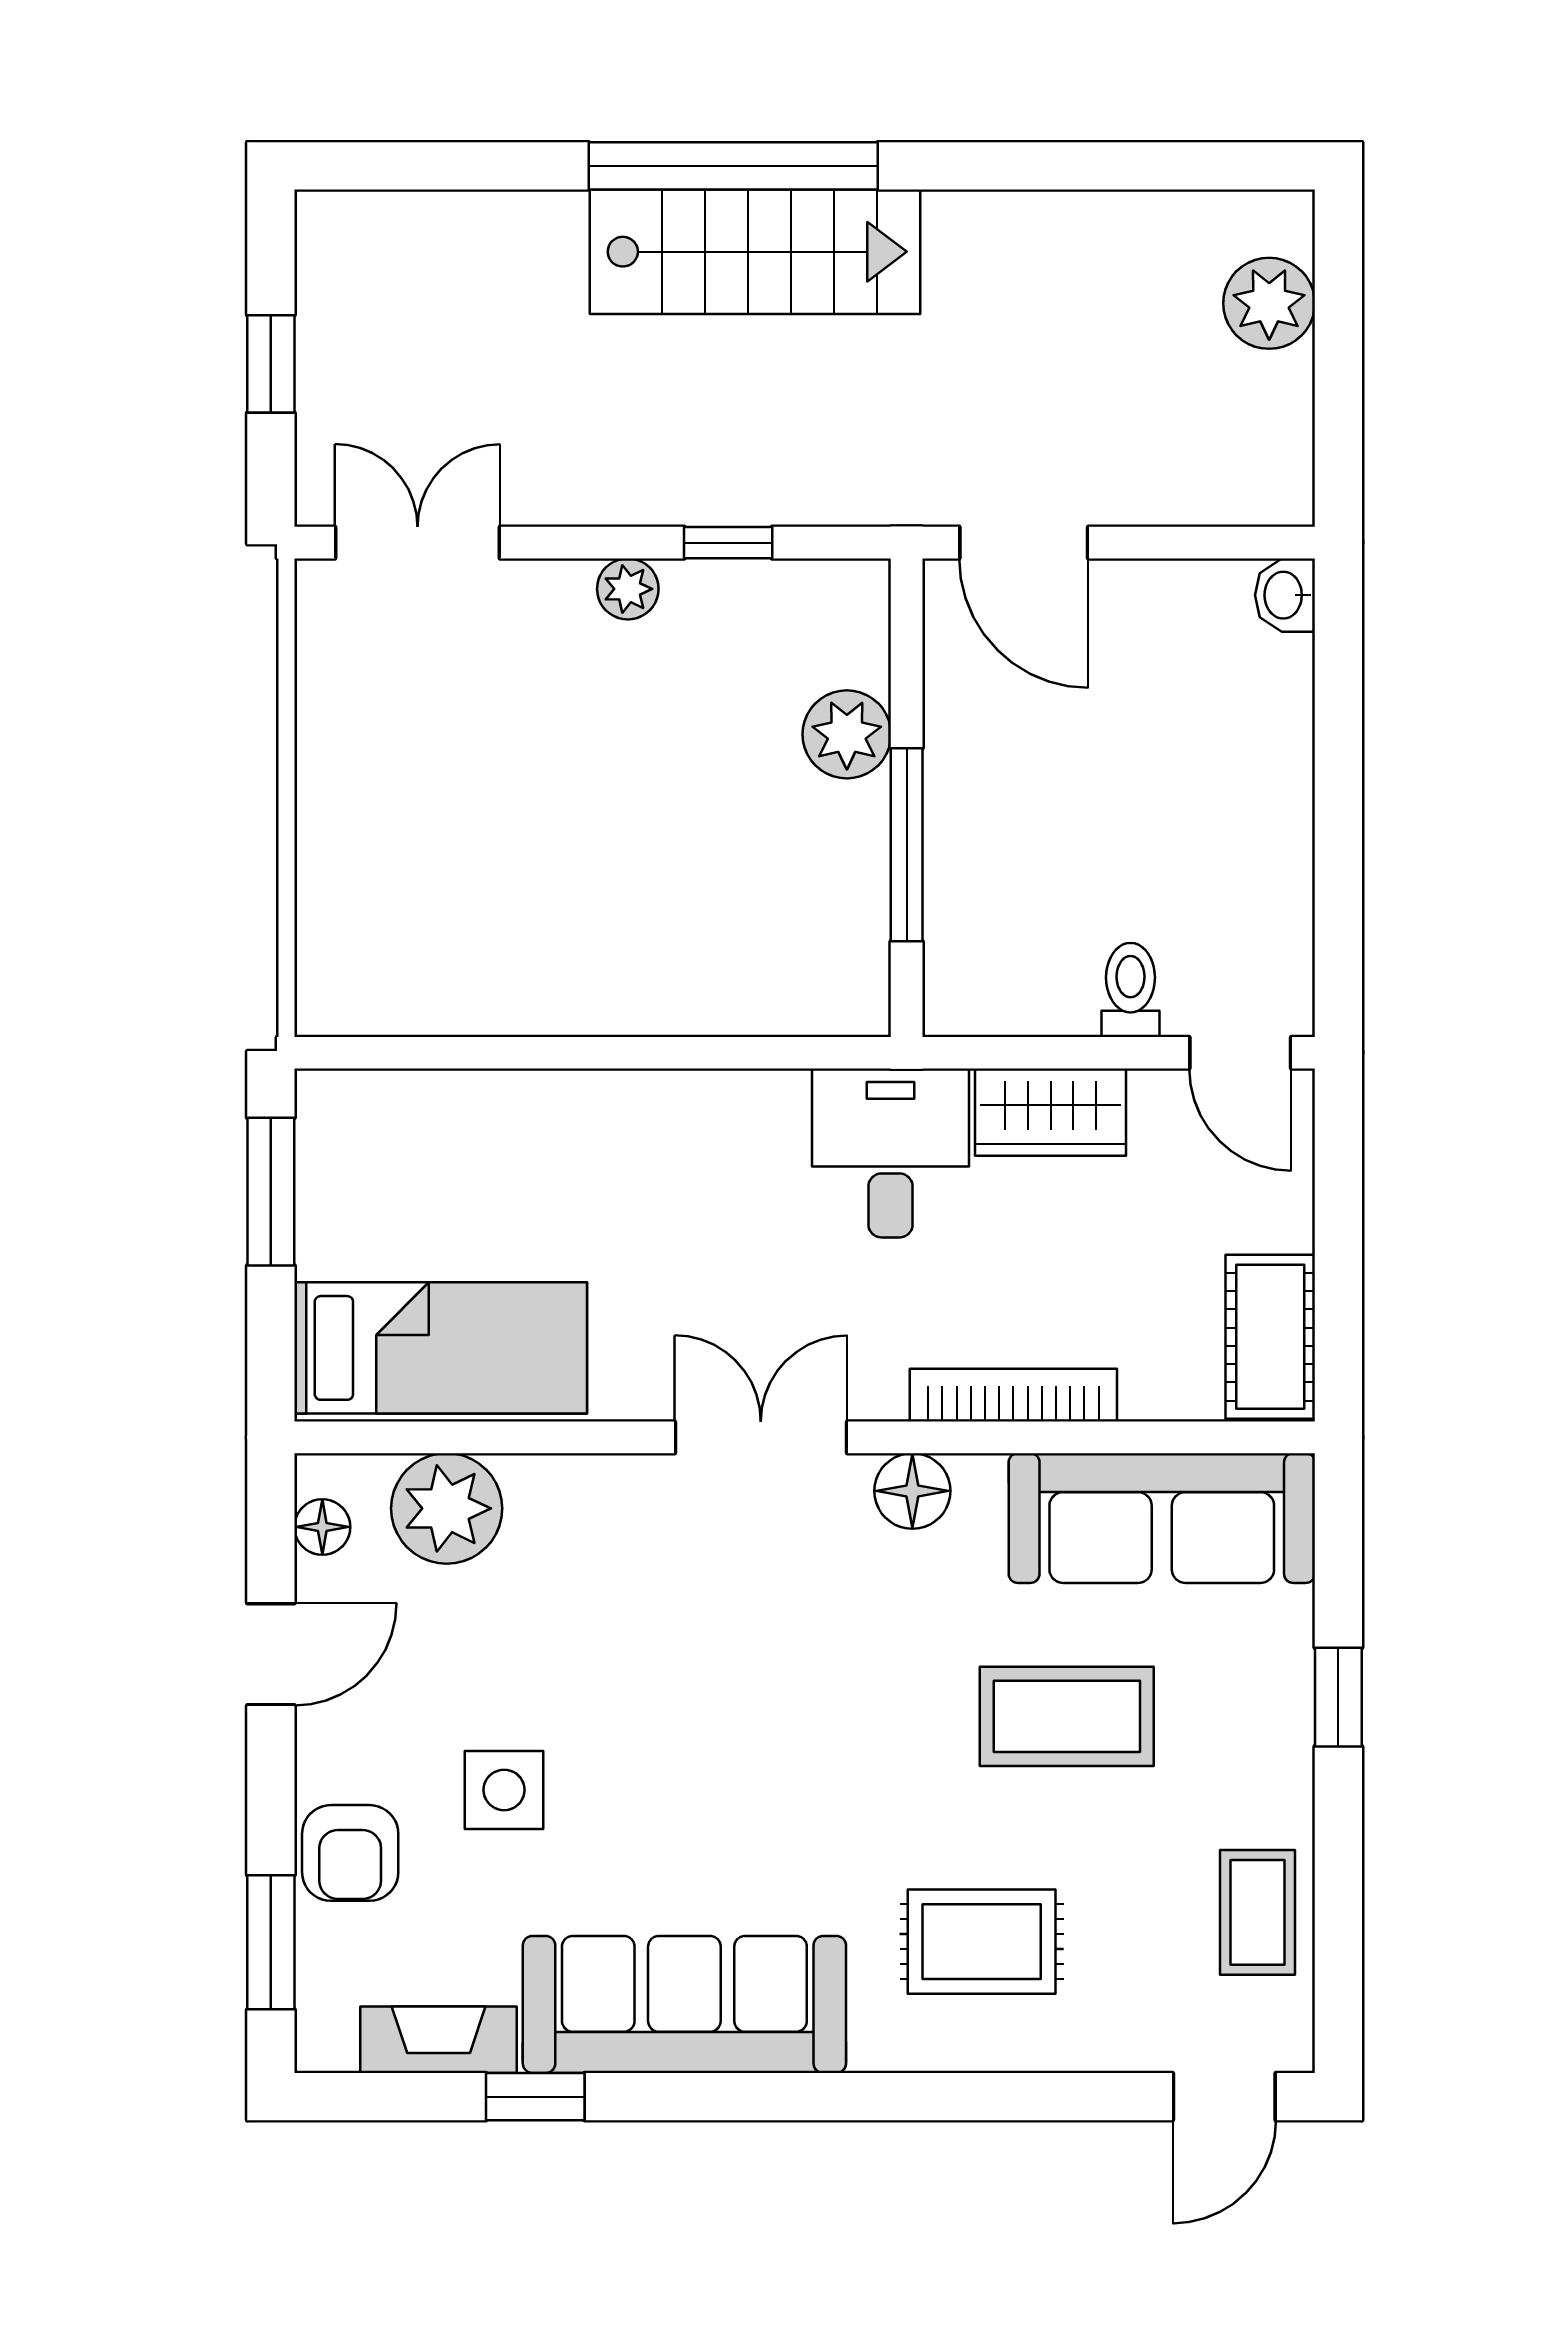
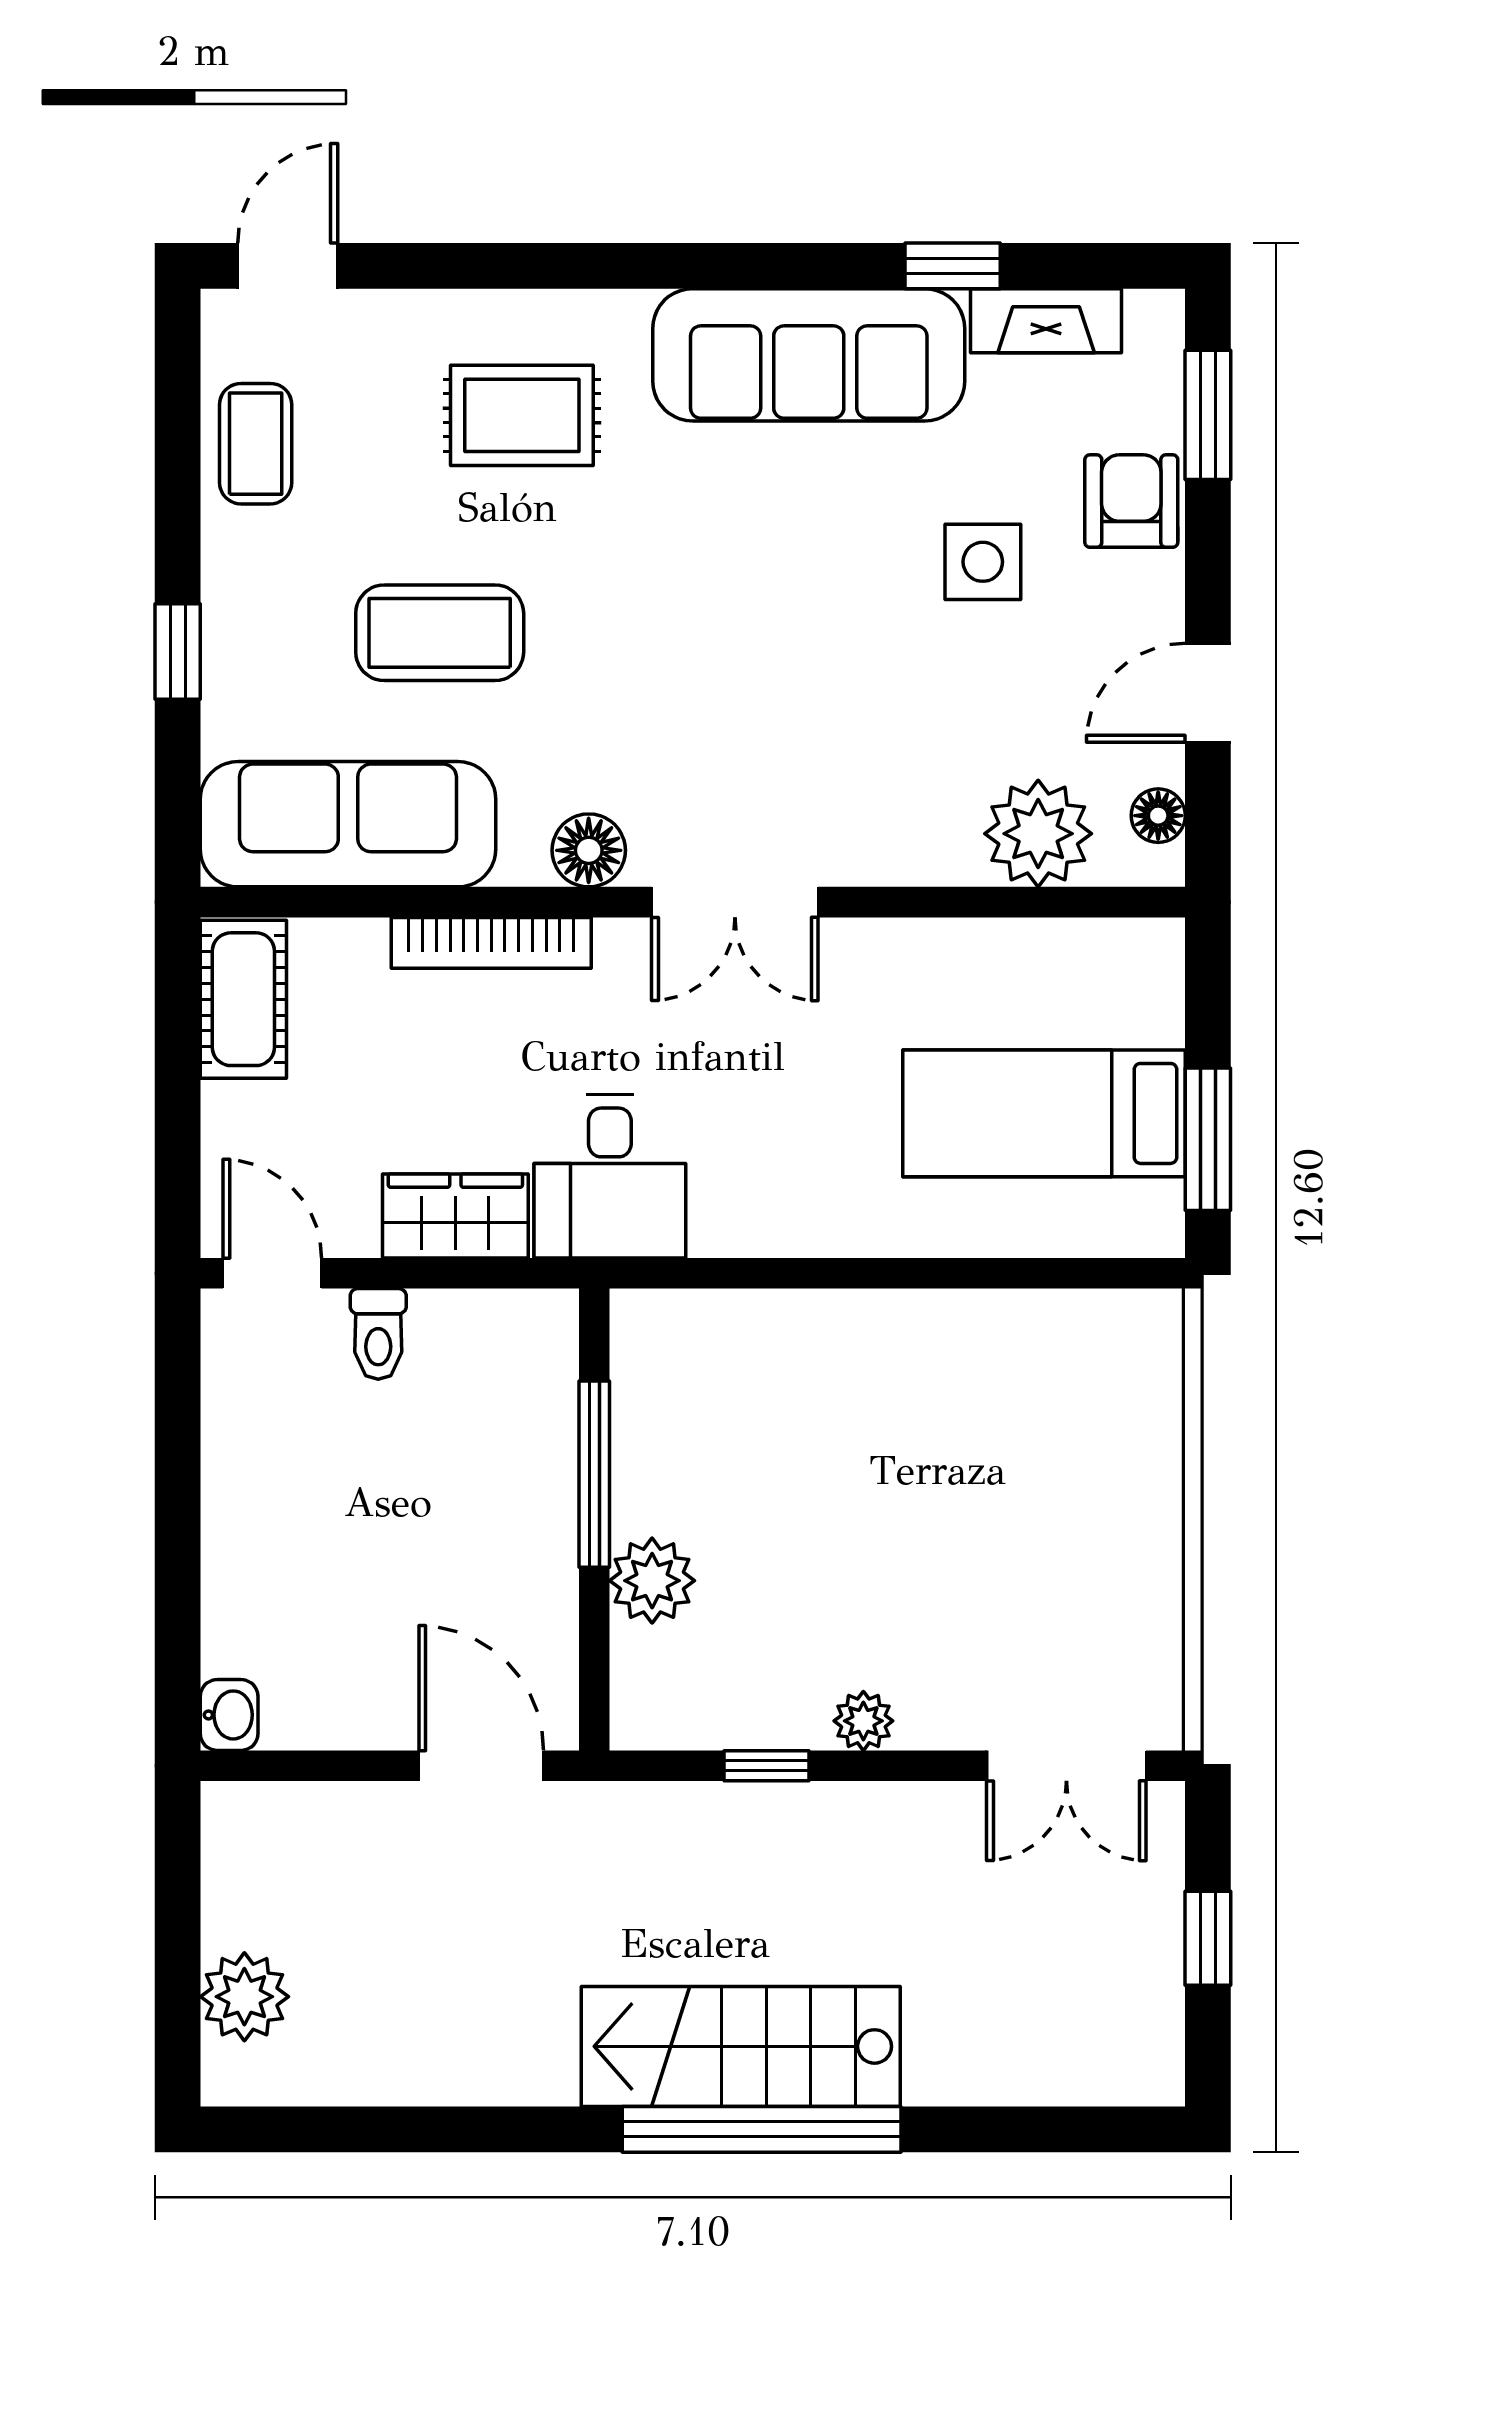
bed: (441, 1348) -> (1044, 1113), moved

